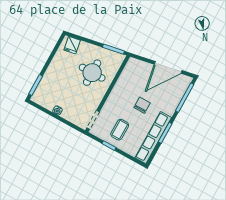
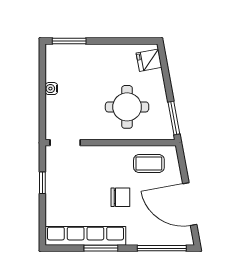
coffee table: (120, 130) -> (149, 164), moved

